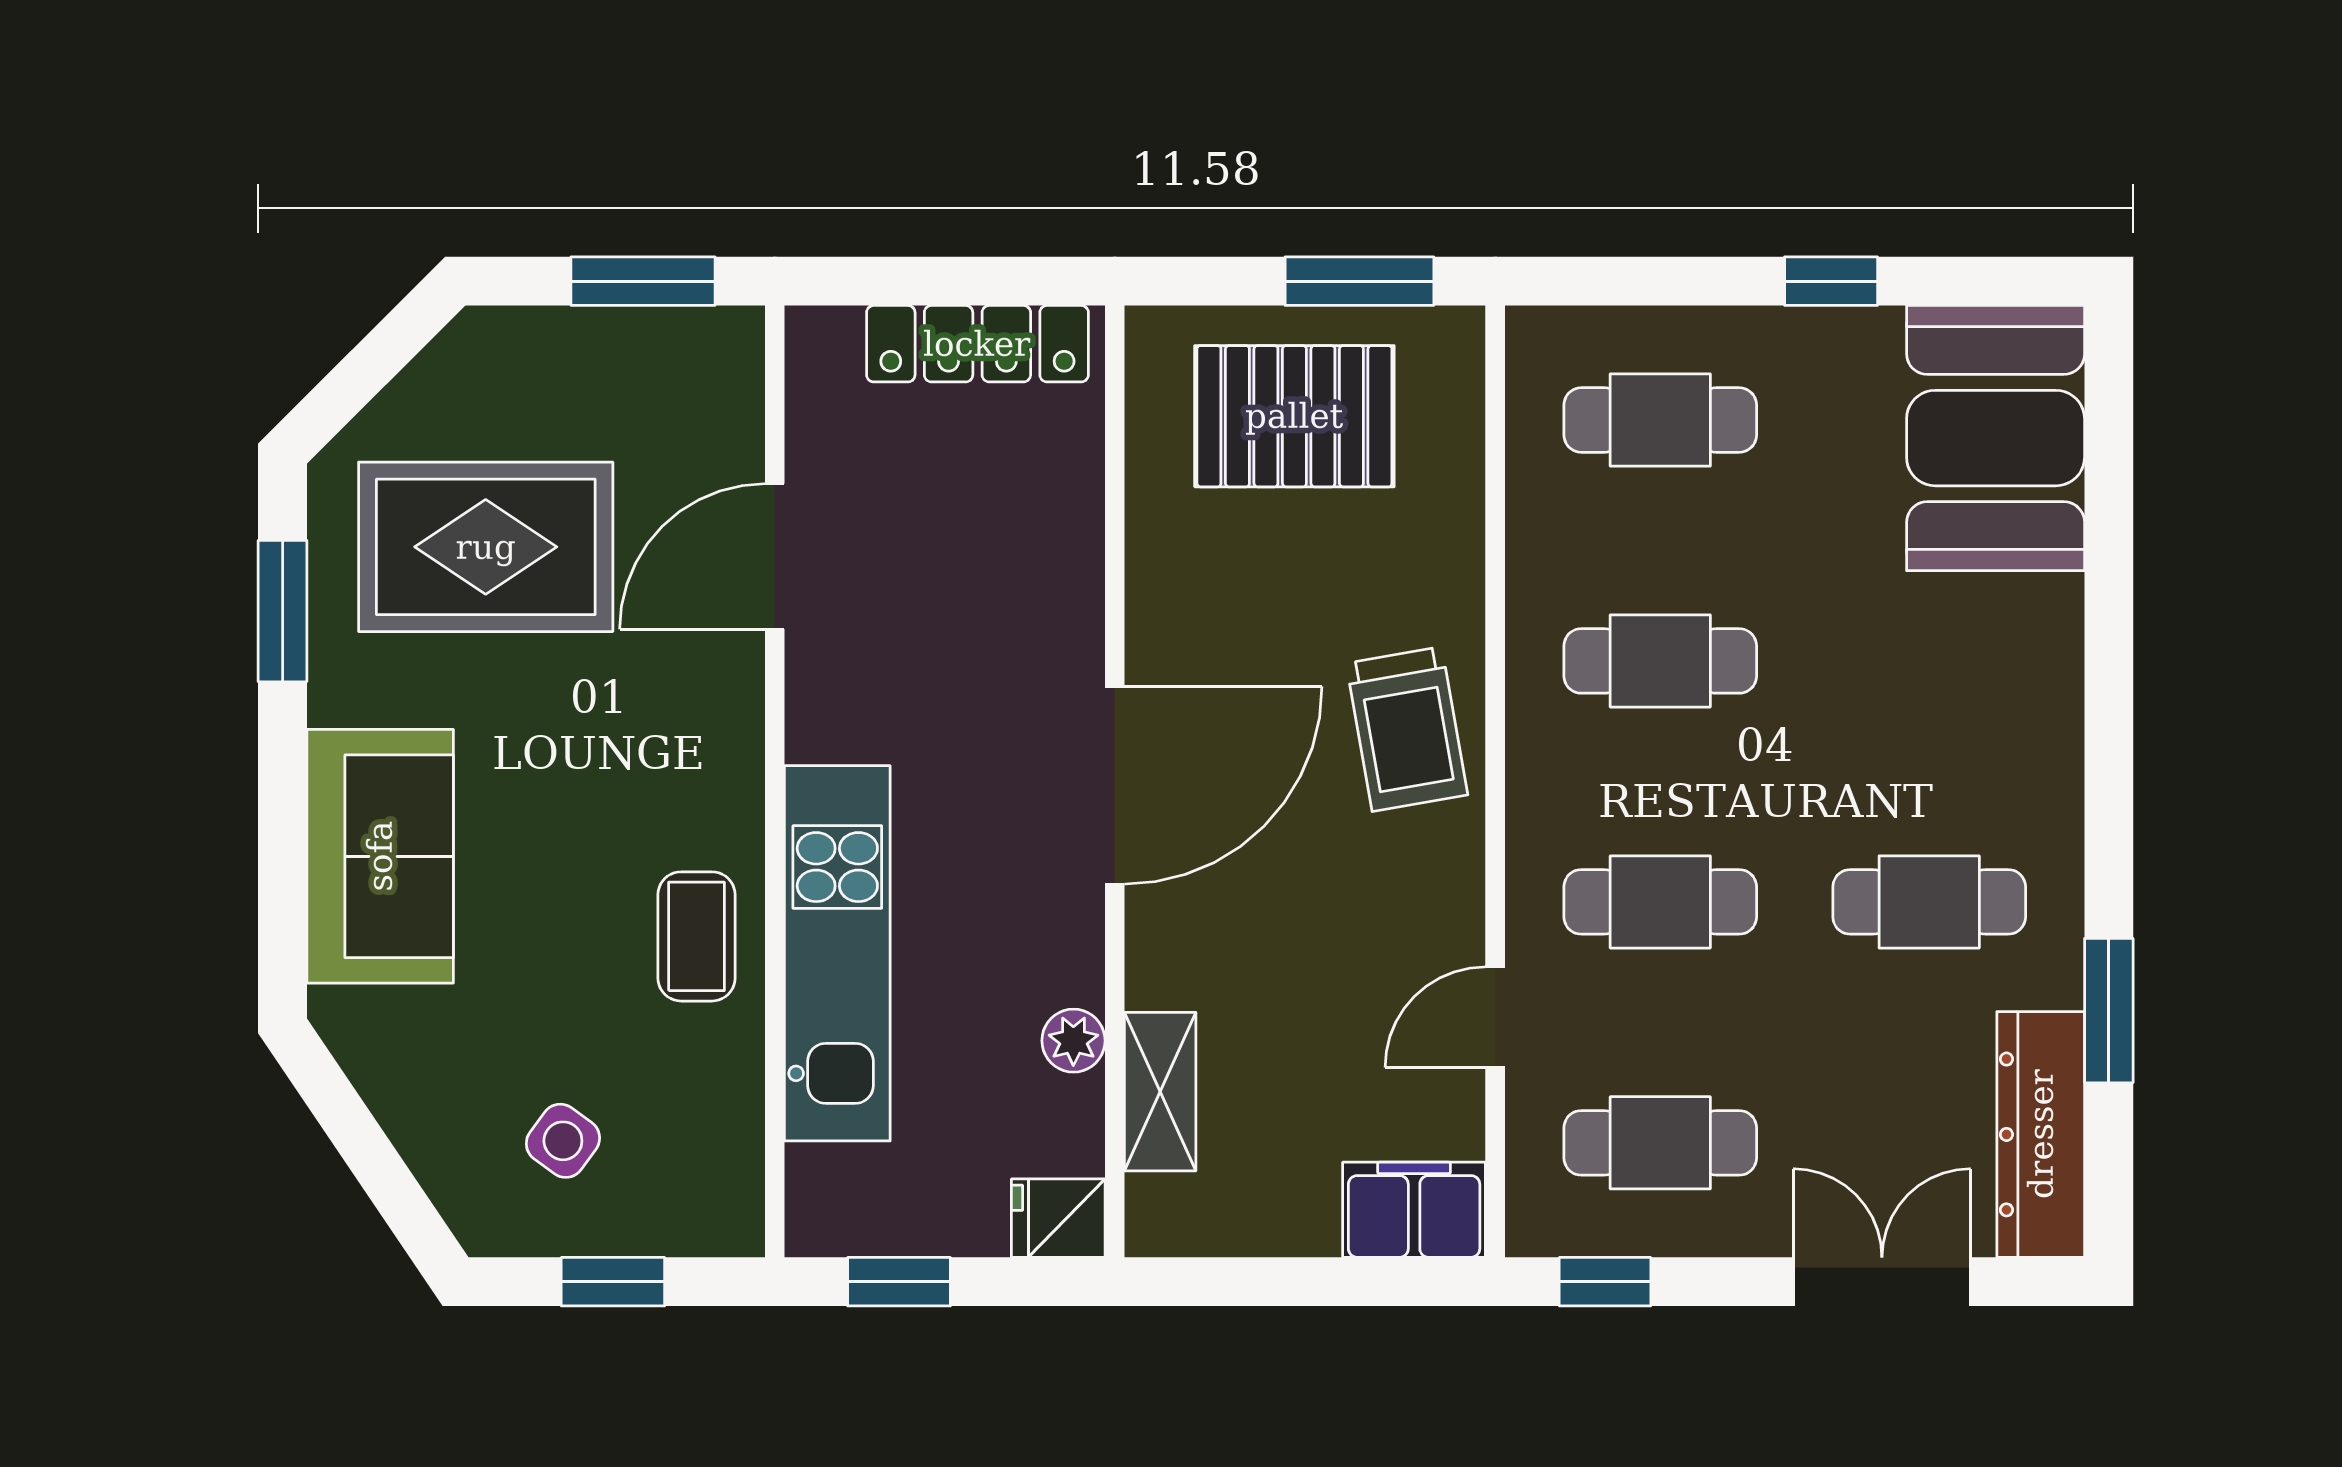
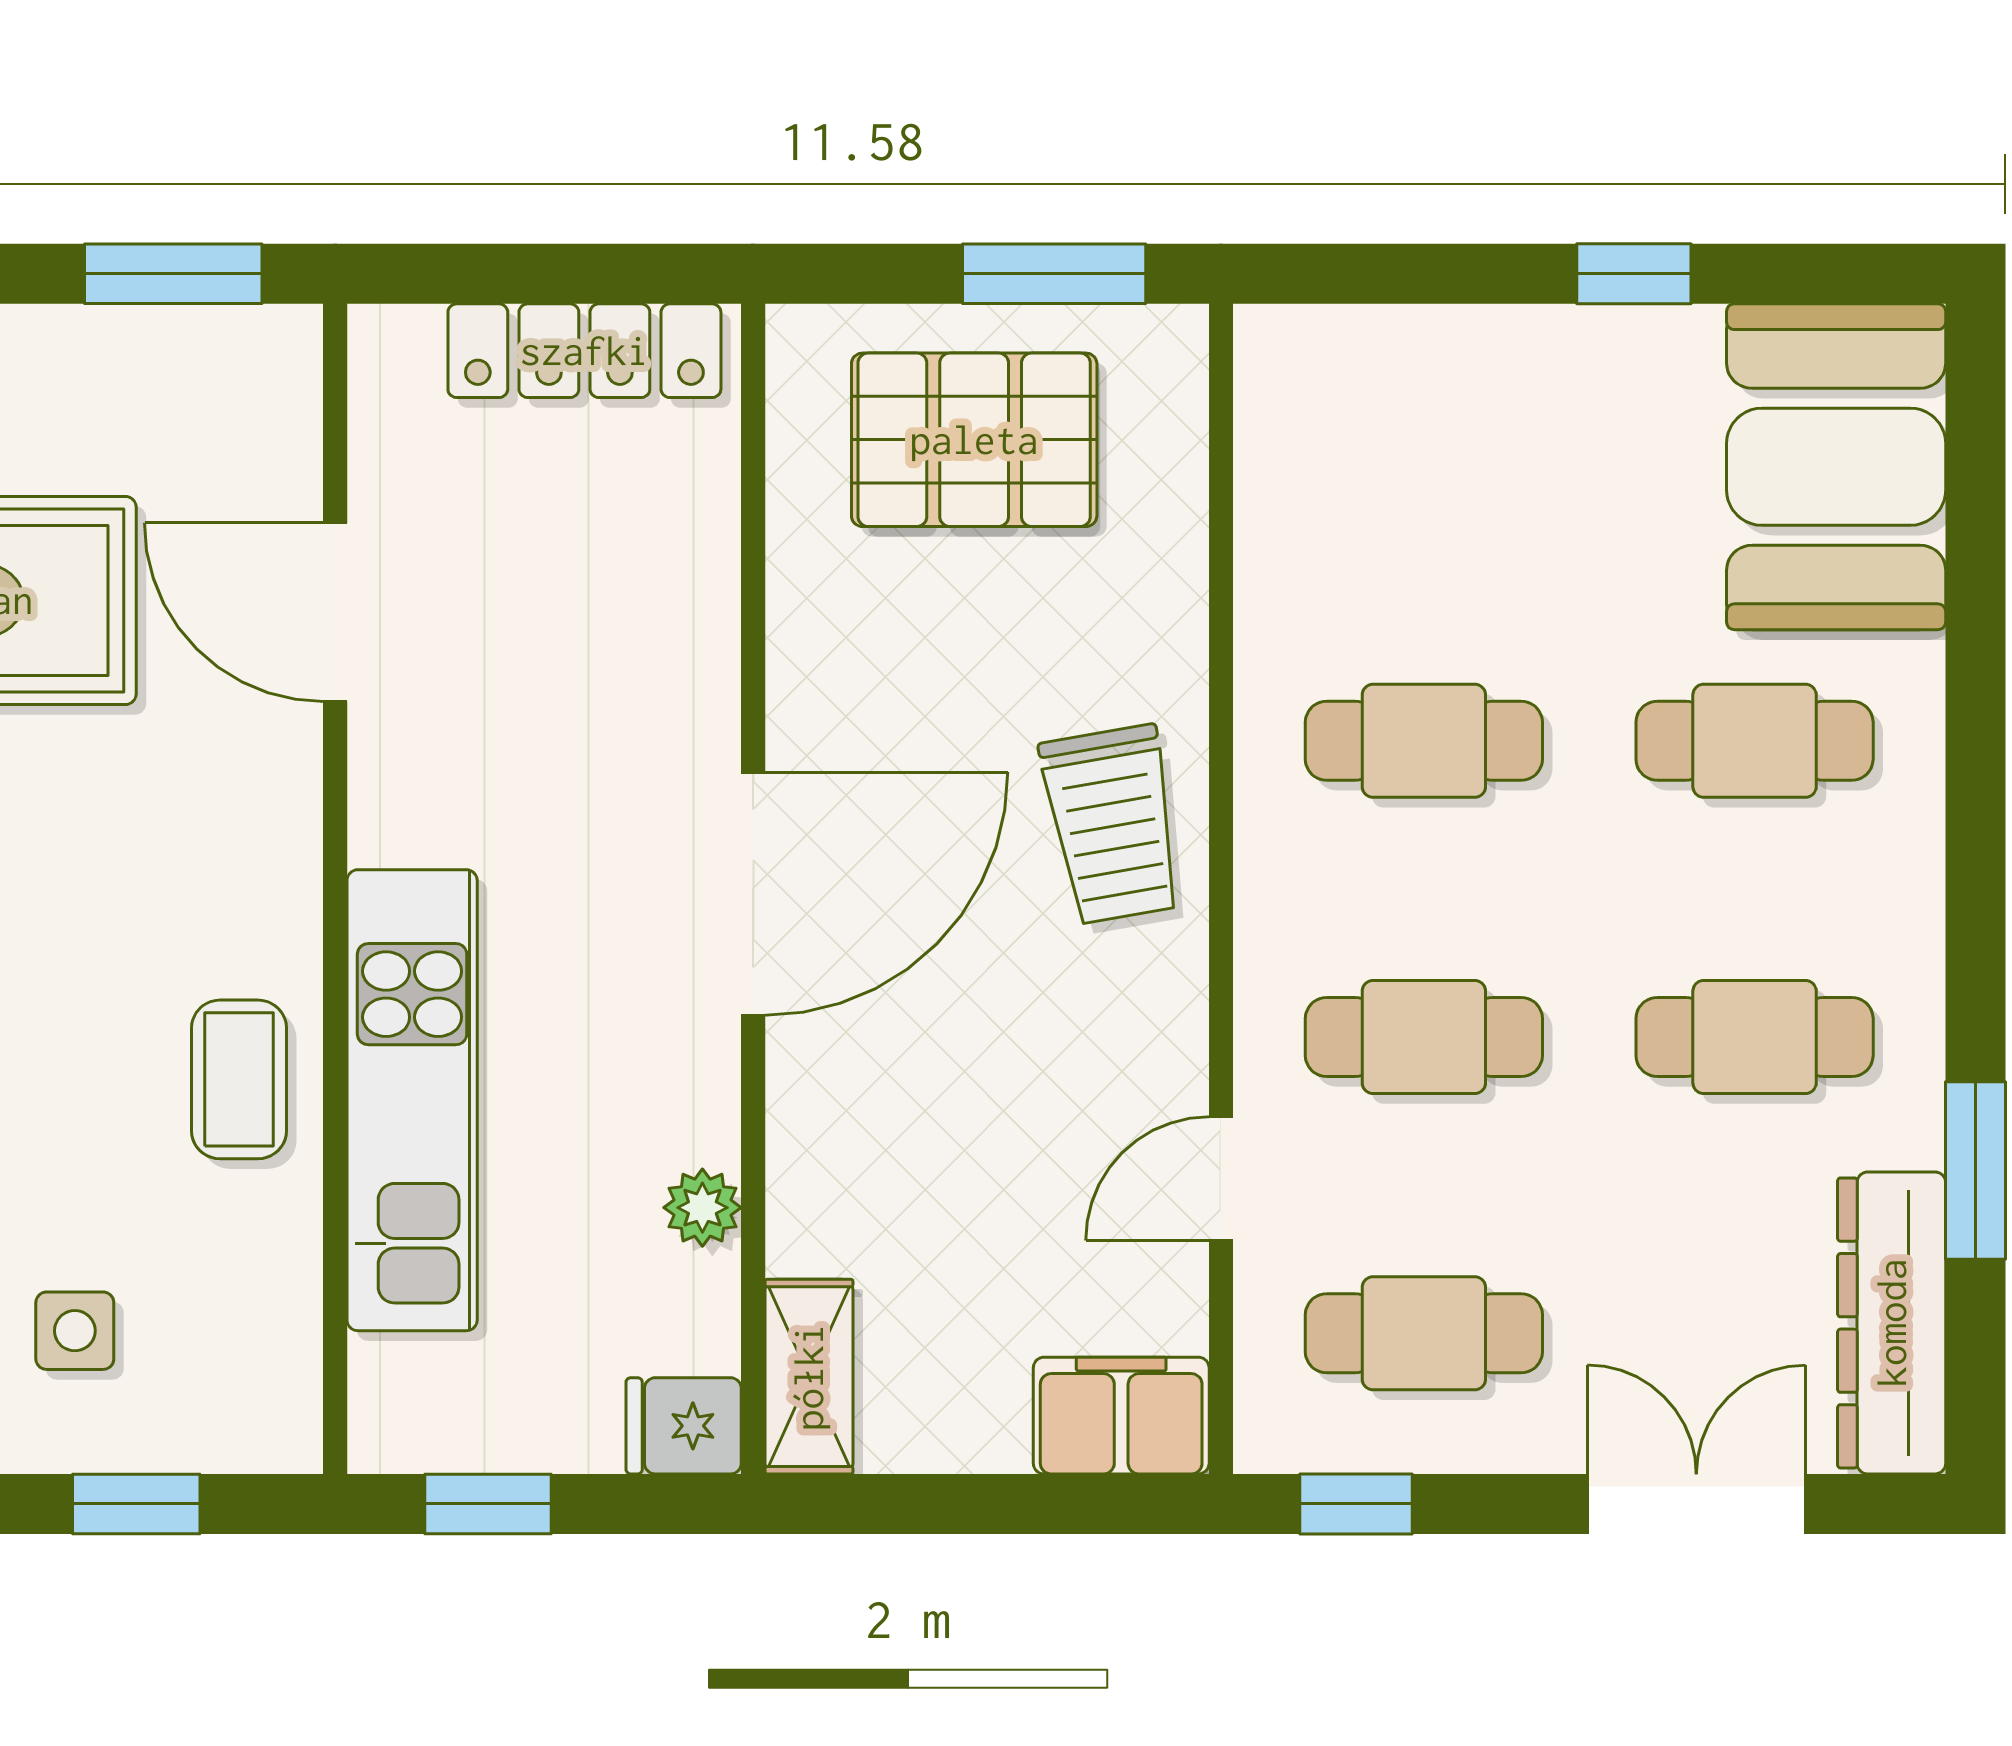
cafe table: (1660, 420) -> (1755, 741), moved
door: (775, 556) -> (335, 612), hinge flipped
shelving: (1160, 1092) -> (809, 1377), moved
side table: (563, 1141) -> (75, 1331), turned -36

